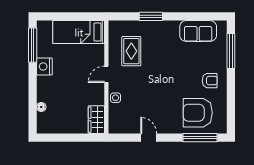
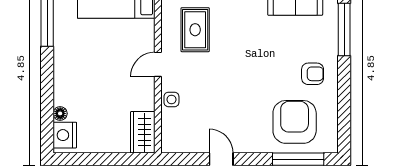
nightstand: (44, 66) -> (65, 135), moved
armchair: (198, 113) -> (295, 122), turned 90

